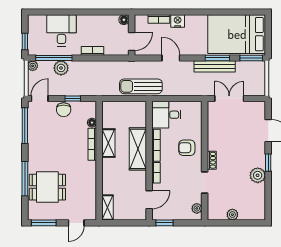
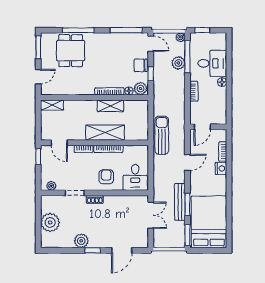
floor lamp: (124, 20) -> (222, 82), moved
door: (132, 42) -> (202, 127), hinge flipped
plant: (89, 110) -> (140, 89), added
desk: (166, 115) -> (135, 177), moved, turned 180
plant: (232, 215) -> (50, 222), width x1.88, depth x1.88
door: (76, 223) -> (38, 77), swing flipped

